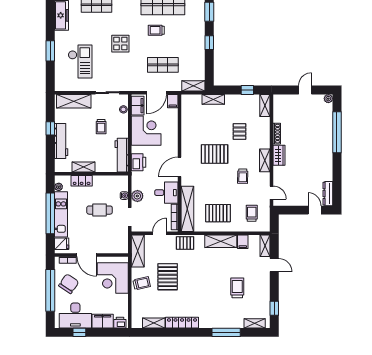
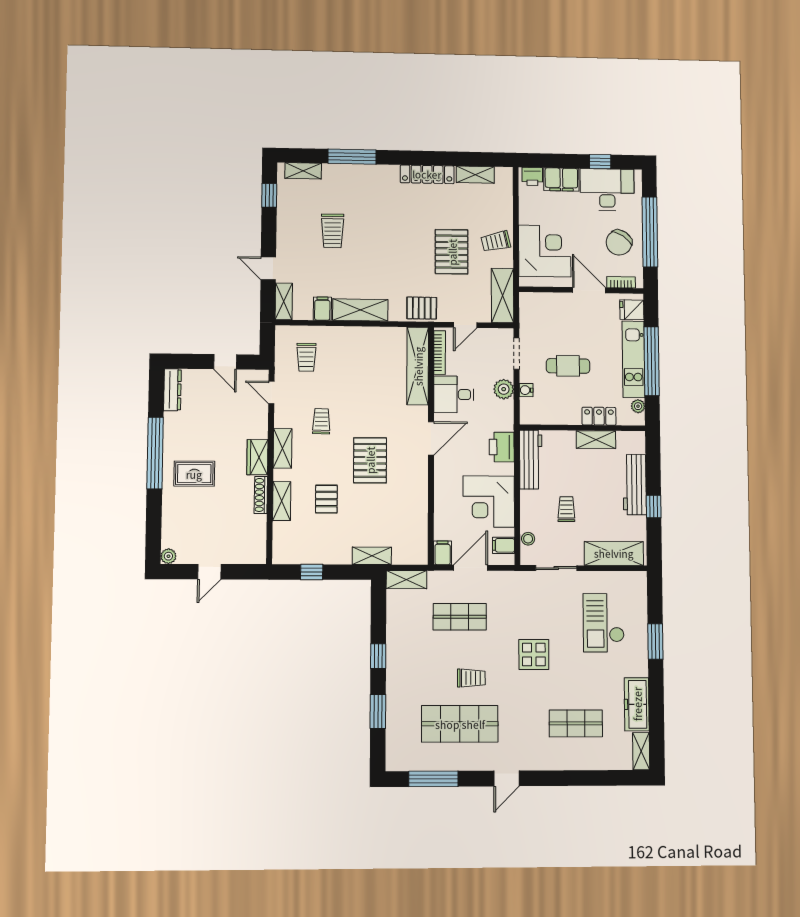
shelving: (265, 105) -> (282, 501), moved
filing cabinet: (138, 106) -> (504, 545), width x0.50
window: (337, 132) -> (155, 453), moved
rug: (315, 146) -> (194, 474), added
pallet: (215, 154) -> (370, 460), turned 90
door: (315, 210) -> (225, 362), moved
pallet: (218, 213) -> (365, 358), removed

